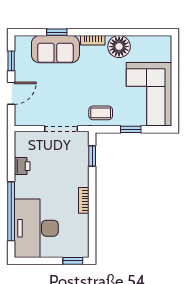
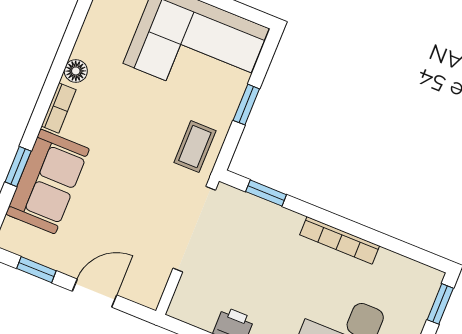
floor lamp: (119, 47) -> (76, 71), width x0.53, depth x0.53
door: (11, 93) -> (95, 293), hinge flipped
doorway: (61, 129) -> (194, 229), width x1.36
bookcase: (84, 200) -> (340, 240), width x1.56

